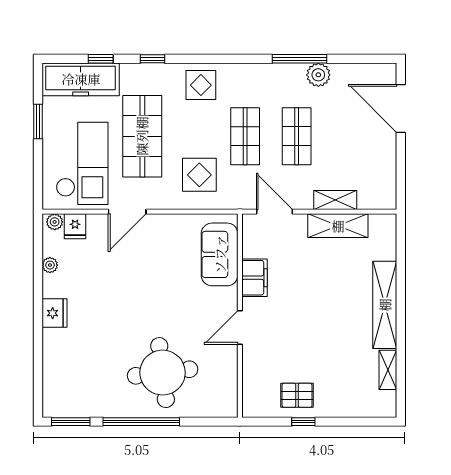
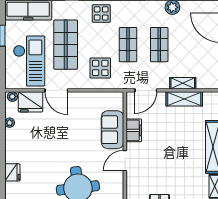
door: (127, 212) -> (56, 90), hinge flipped
door: (274, 212) -> (146, 90), swing flipped
fridge: (75, 226) -> (30, 102), width x1.88, depth x1.34
sofa: (220, 254) -> (113, 130), moved
fridge: (54, 313) -> (12, 172), moved

